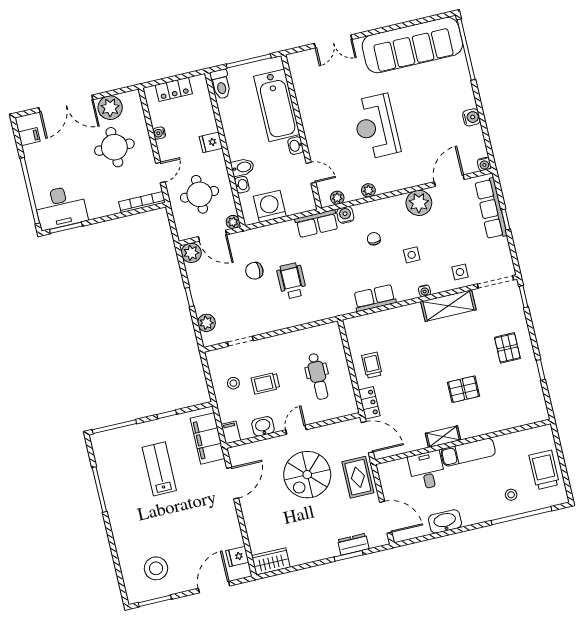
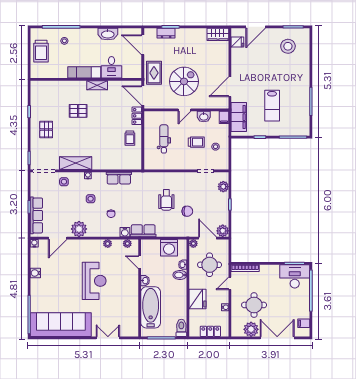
fridge: (211, 142) -> (198, 299), width x1.88, depth x1.34

